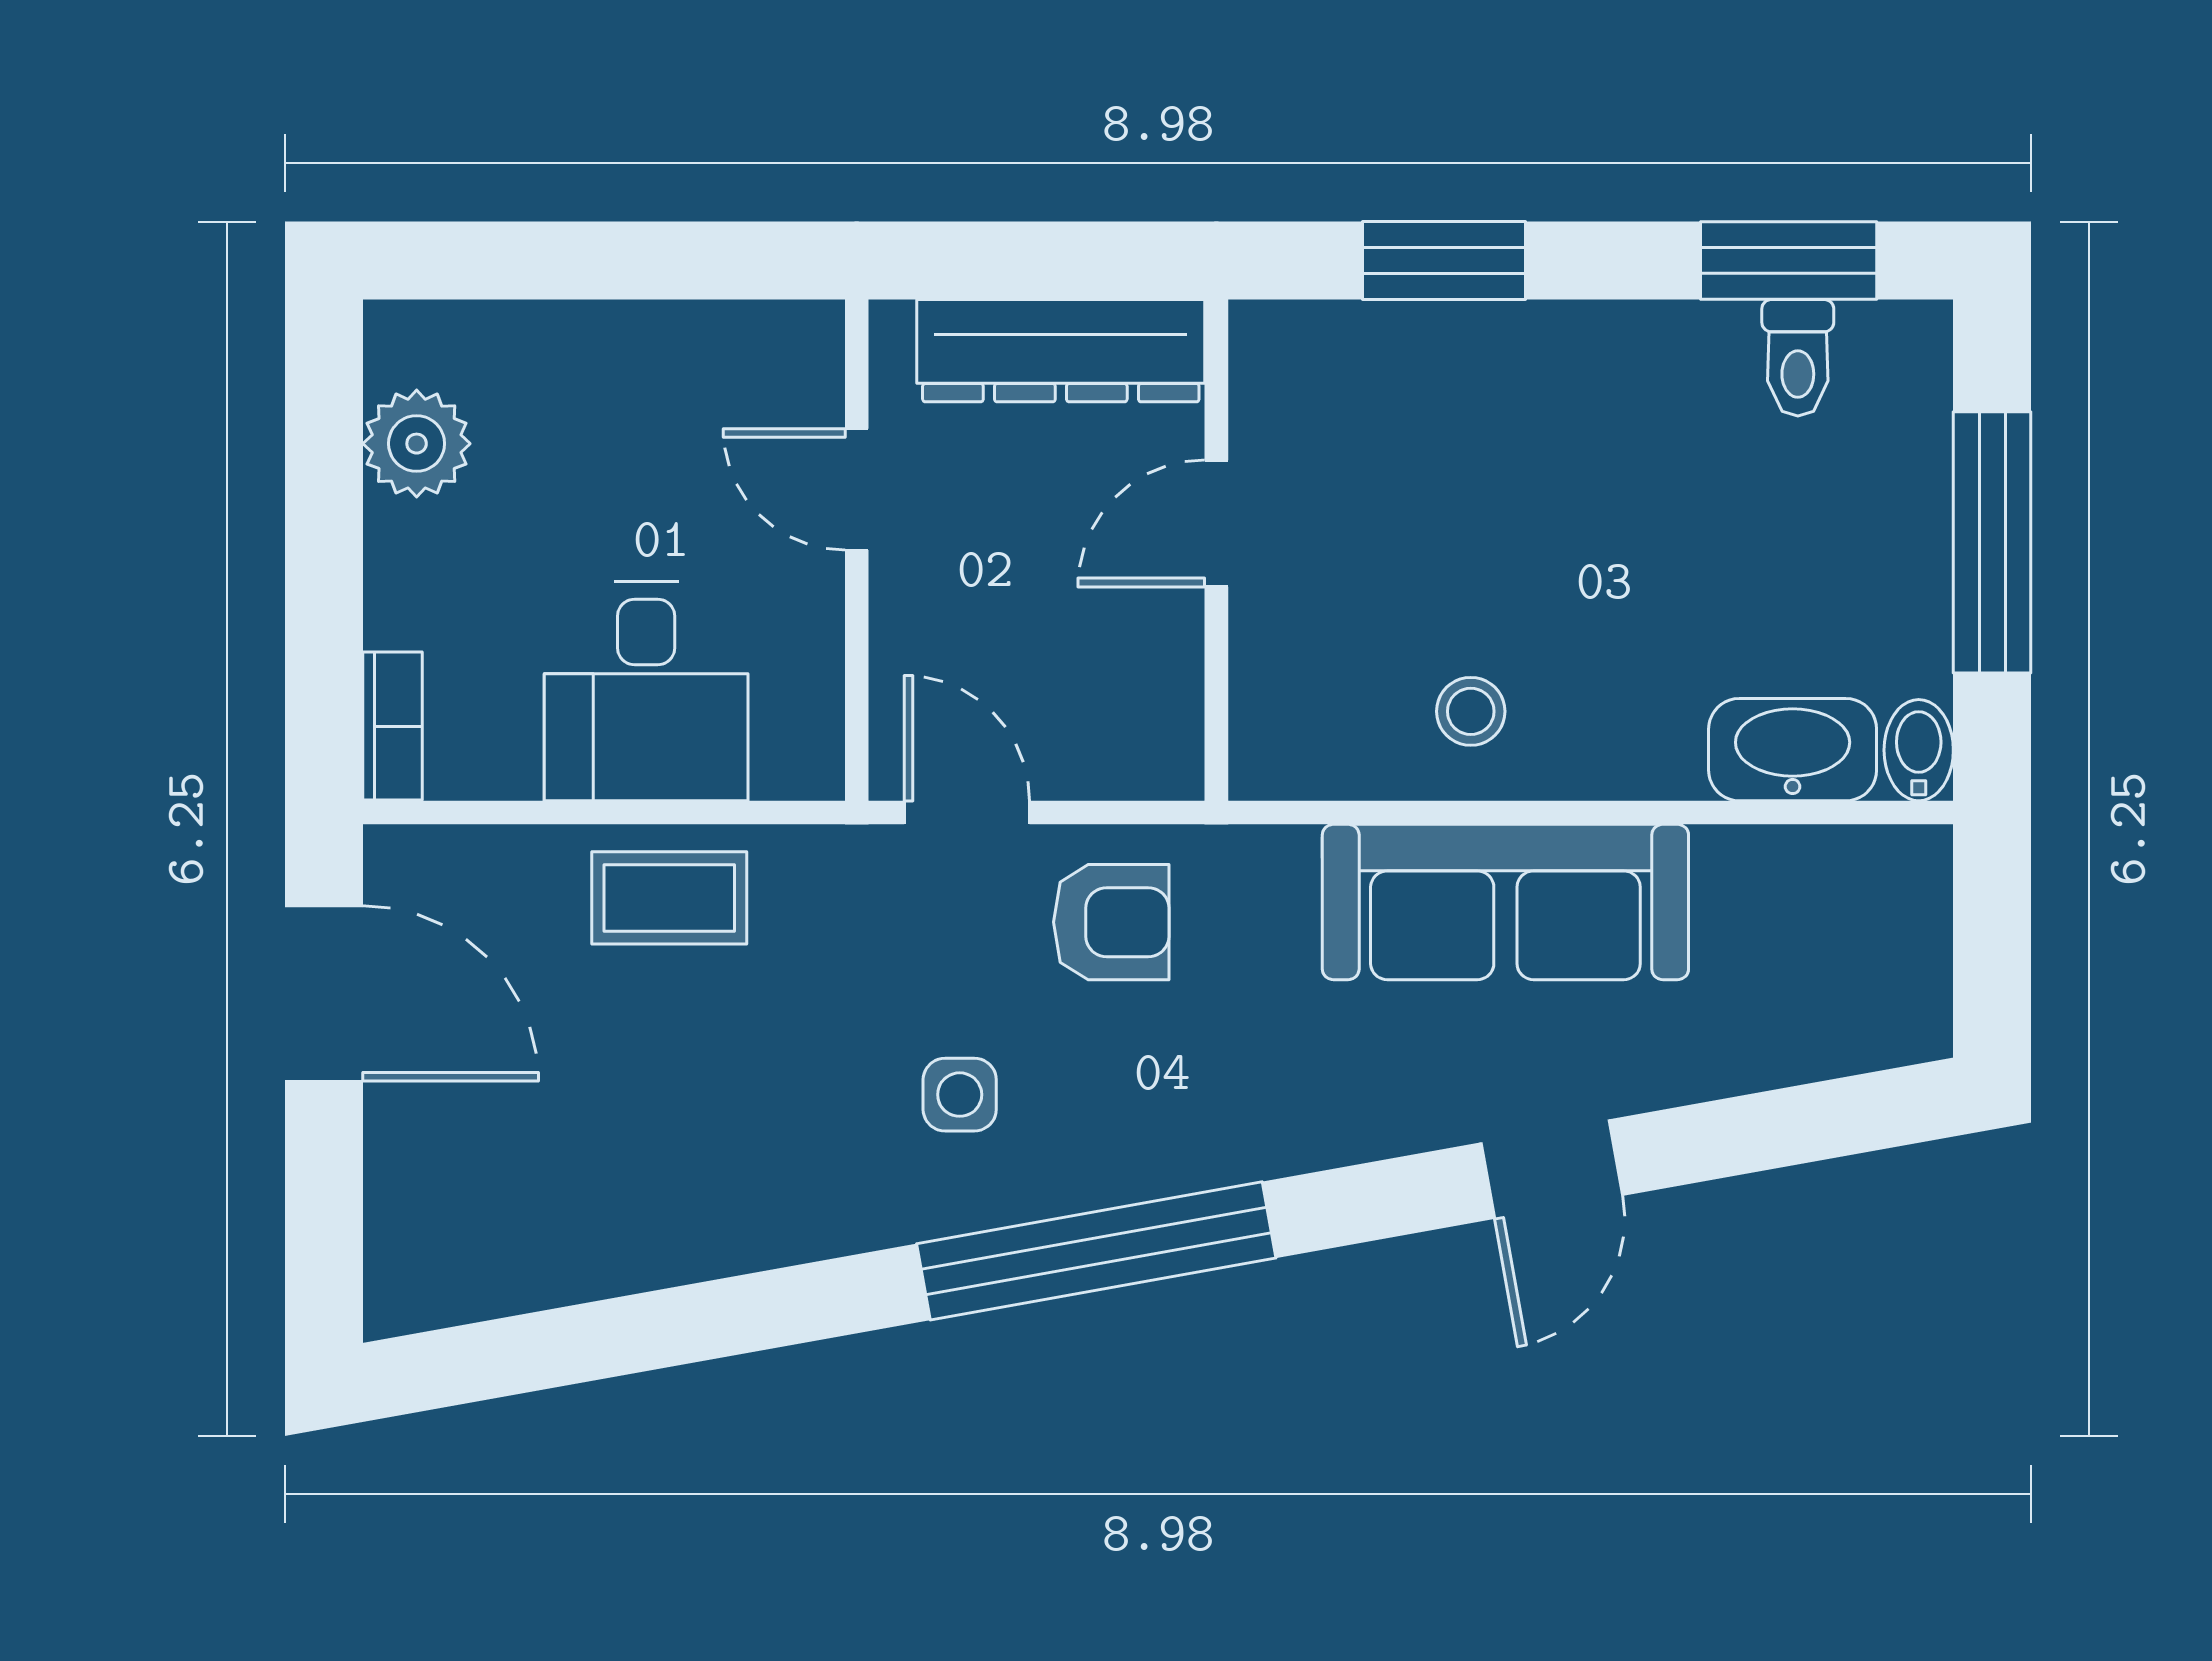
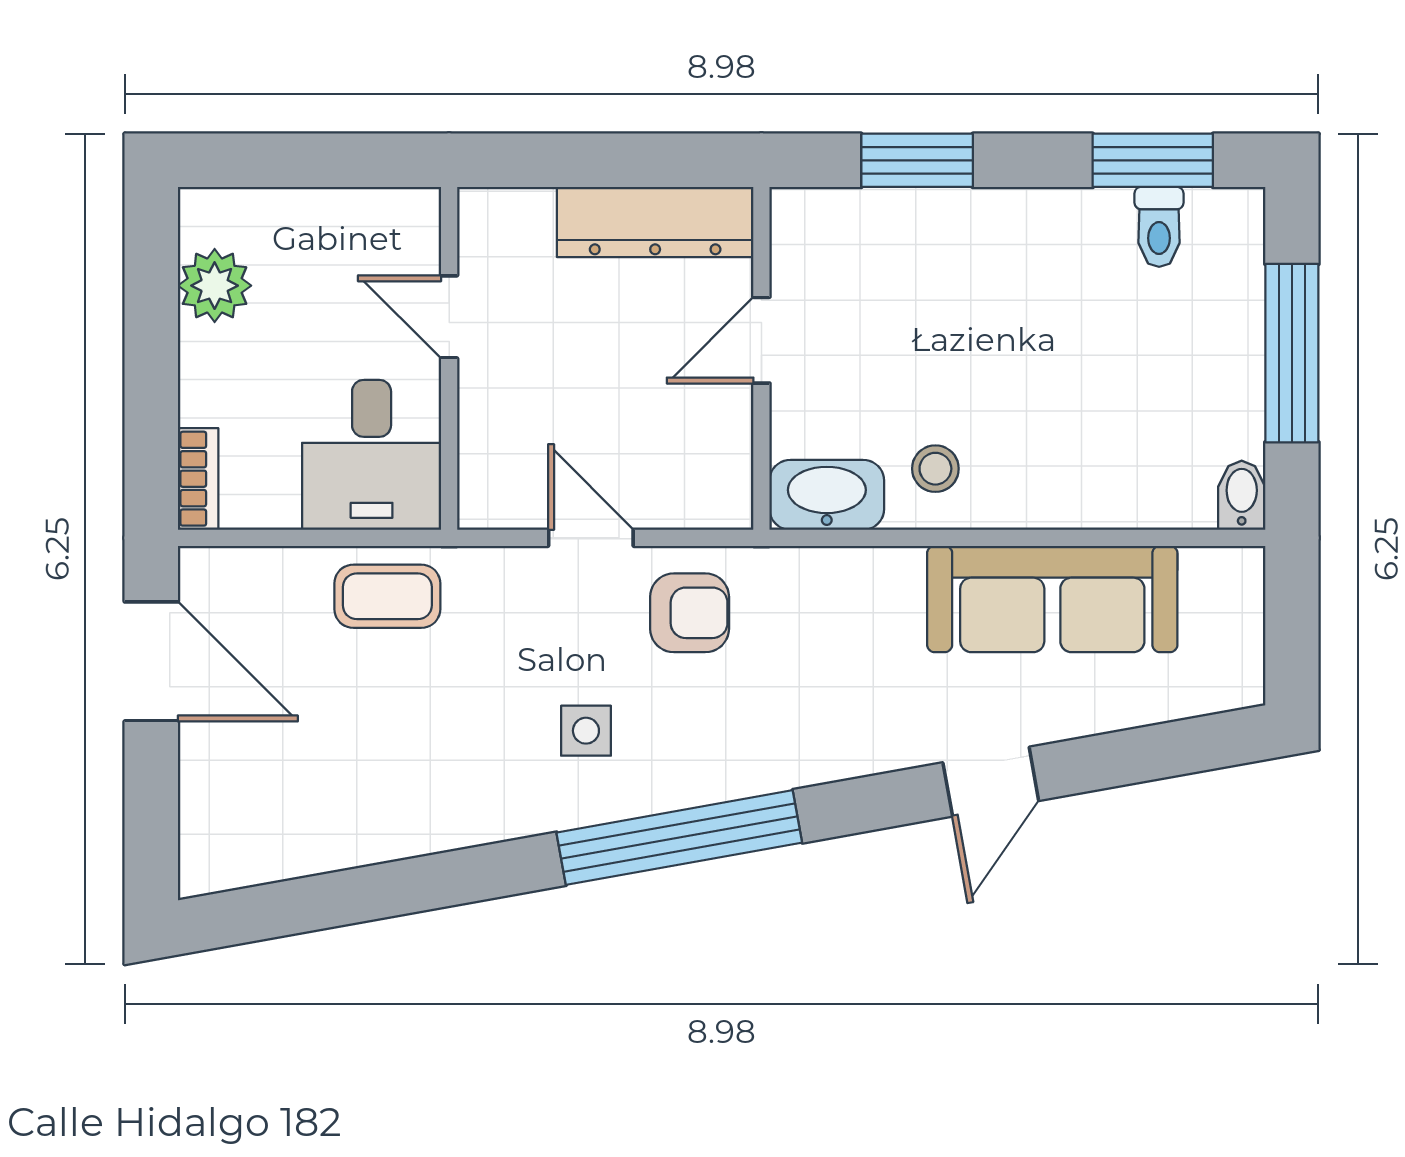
door: (857, 489) -> (449, 317), moved
wall: (857, 550) -> (449, 358), moved
washbasin: (1793, 750) -> (827, 495), moved
sofa: (1505, 902) -> (1052, 599), moved

